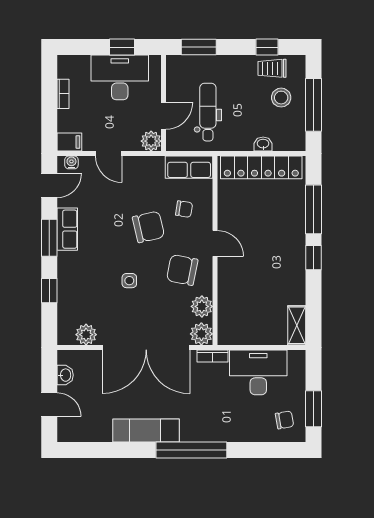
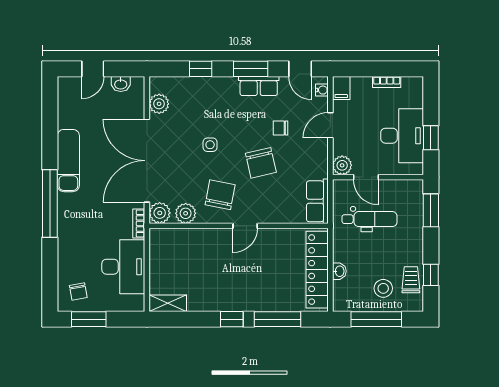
chair: (184, 209) -> (281, 128), moved, turned 81

